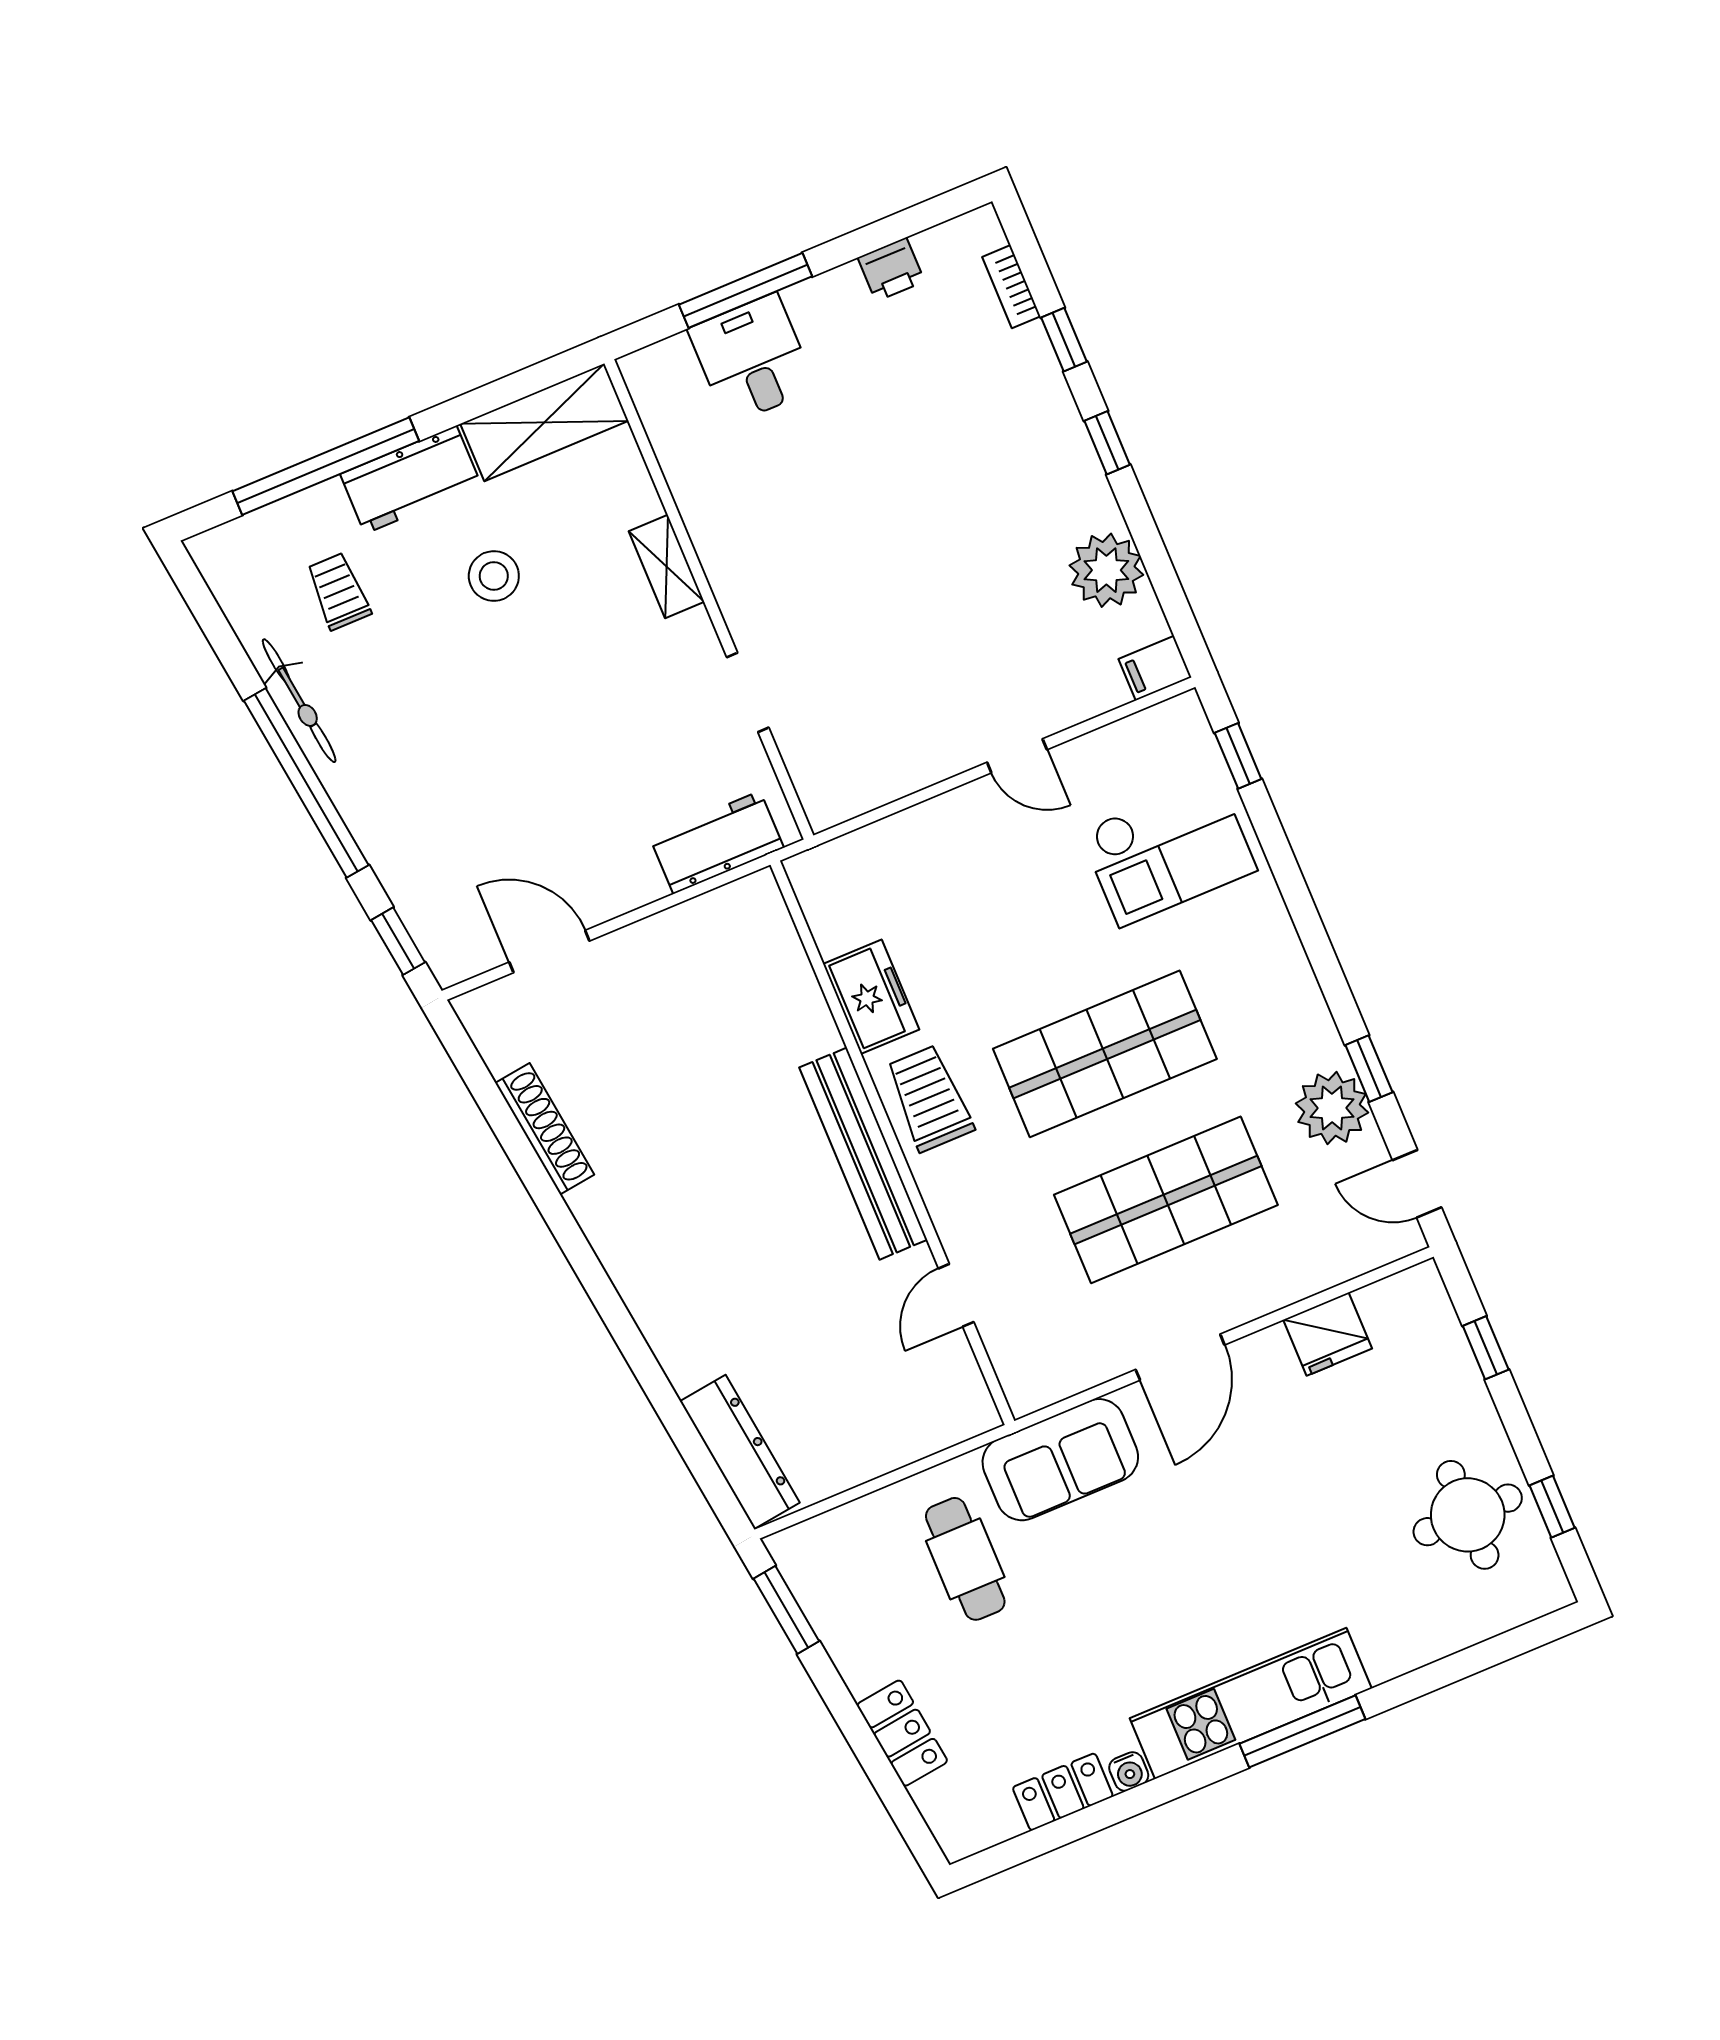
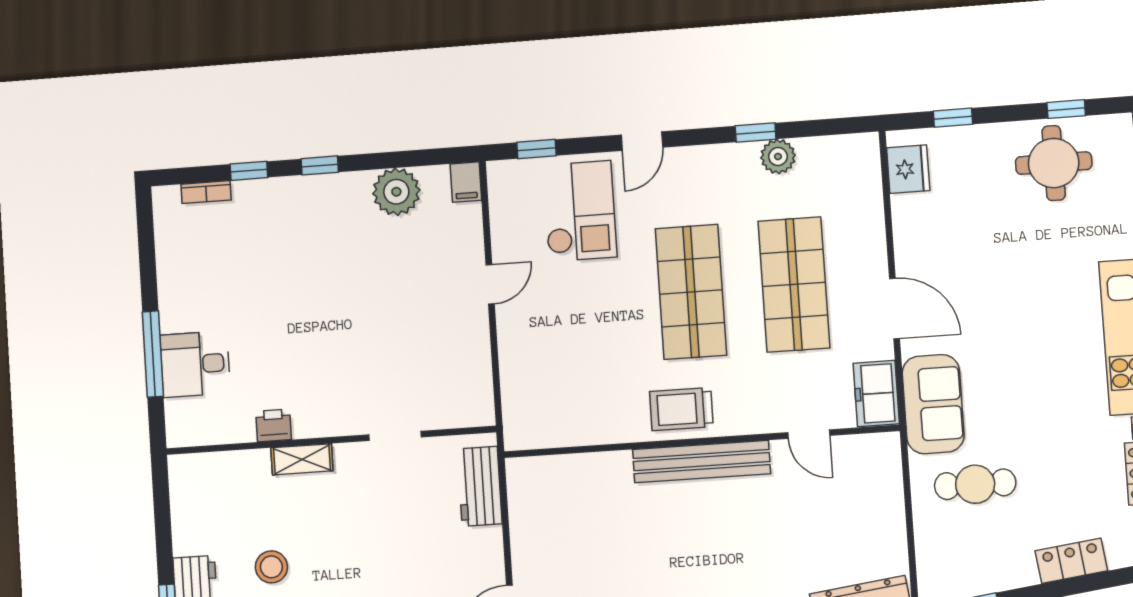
printer: (891, 269) -> (274, 425), moved, turned -90
shelving: (544, 422) -> (190, 504), removed
freezer: (871, 997) -> (876, 393), moved, turned -90
plant: (1332, 1108) -> (778, 157), width x0.73, depth x0.73
door: (1417, 1184) -> (642, 141), moved
fridge: (1328, 1334) -> (908, 169), moved

